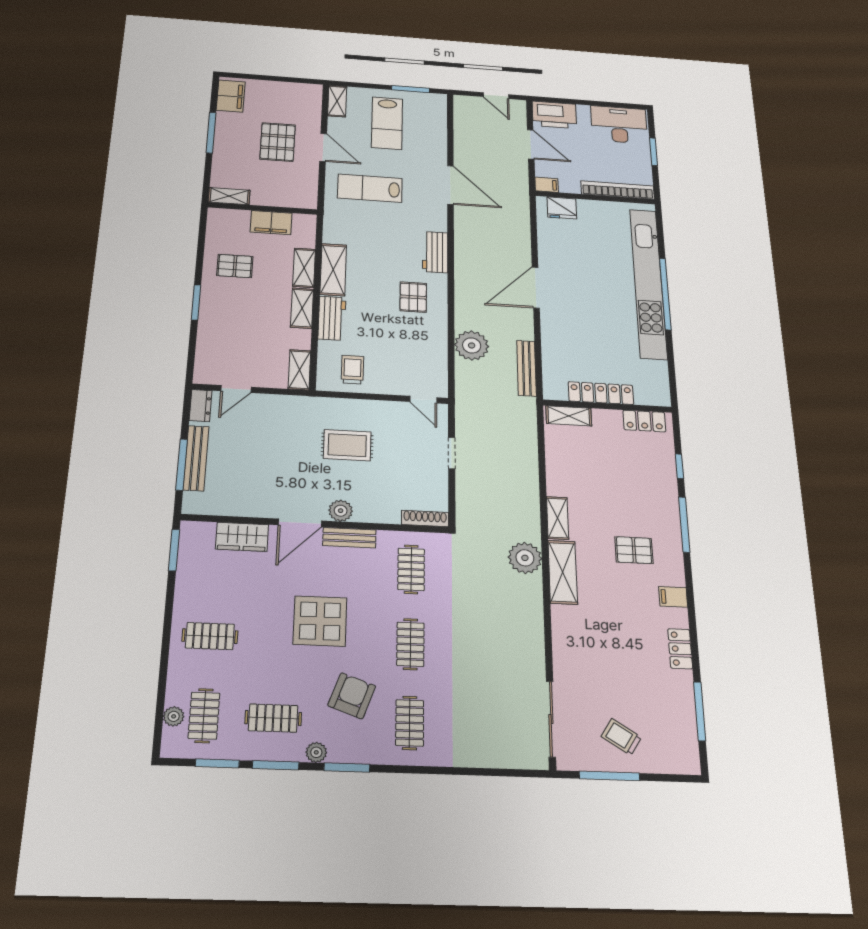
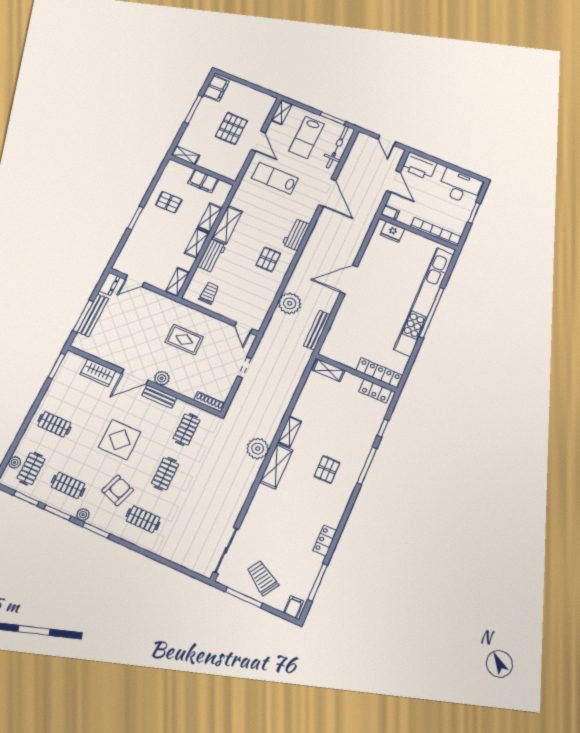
bicycle: (435, 123) -> (337, 147), added
locker: (601, 393) -> (379, 373), moved
pallet: (634, 550) -> (327, 469), turned 90
filing cabinet: (673, 597) -> (294, 607), moved, turned 90
clothes rail: (410, 723) -> (143, 519), turned 90
trolley: (621, 737) -> (262, 578), width x1.36, depth x1.39

